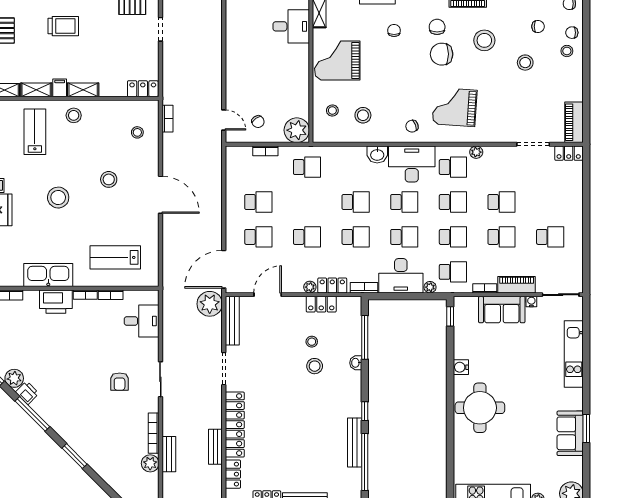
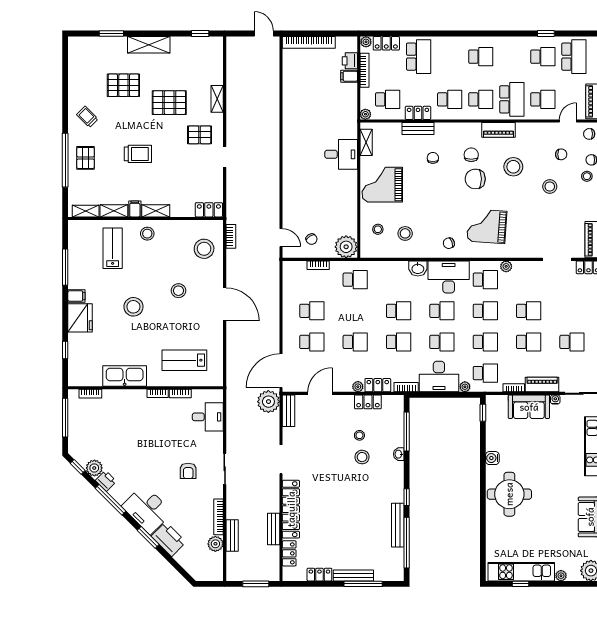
stool: (137, 132) -> (204, 249), width x1.89, depth x1.89
printer: (56, 302) -> (169, 539), moved, turned -135
bench: (232, 321) -> (289, 411), width x0.73
desk: (73, 425) -> (147, 509), added

